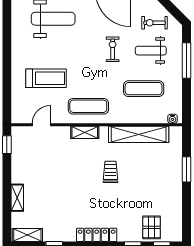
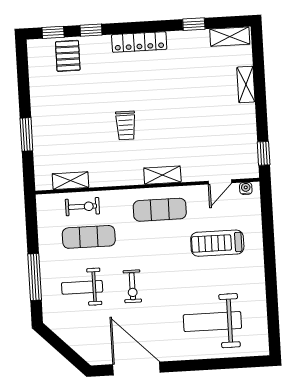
exercise bike: (155, 23) -> (82, 207), moved
weight bench: (151, 51) -> (82, 287), turned 180
water cooler: (173, 119) -> (246, 188), moved
shelving: (139, 134) -> (71, 181), width x0.45, depth x0.75

